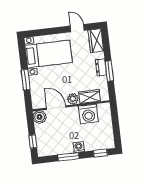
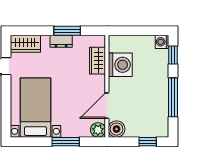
plant: (73, 99) -> (98, 130), moved
washing machine: (79, 147) -> (162, 42), moved
window: (68, 157) -> (173, 97), width x1.44

